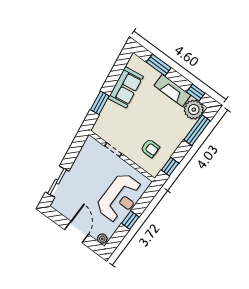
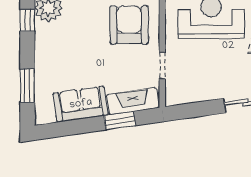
fireplace: (172, 90) -> (133, 101), moved, turned -98
armchair: (150, 148) -> (129, 25), width x1.88, depth x1.88

